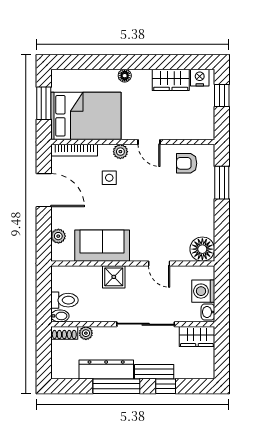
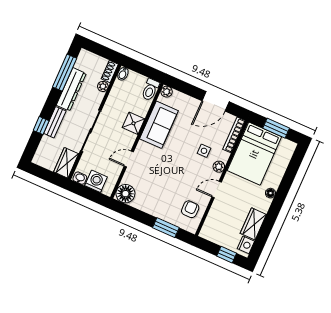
plant: (58, 236) -> (167, 92), moved
toilet: (65, 300) -> (150, 90), moved
window: (116, 386) -> (65, 73), moved

